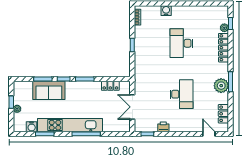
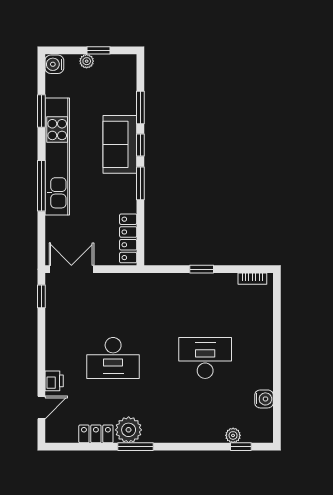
water cooler: (166, 11) -> (264, 399), moved
locker: (224, 48) -> (197, 434), removed
locker: (110, 86) -> (128, 238), width x1.53
sofa: (49, 90) -> (120, 144), moved
double door: (132, 107) -> (71, 269), moved
locker: (223, 114) -> (96, 434), moved
water cooler: (32, 127) -> (54, 64), moved
printer: (163, 127) -> (54, 381), moved

